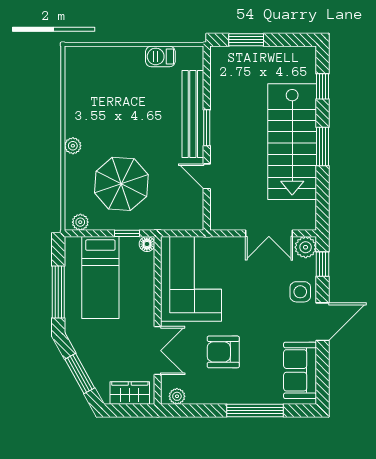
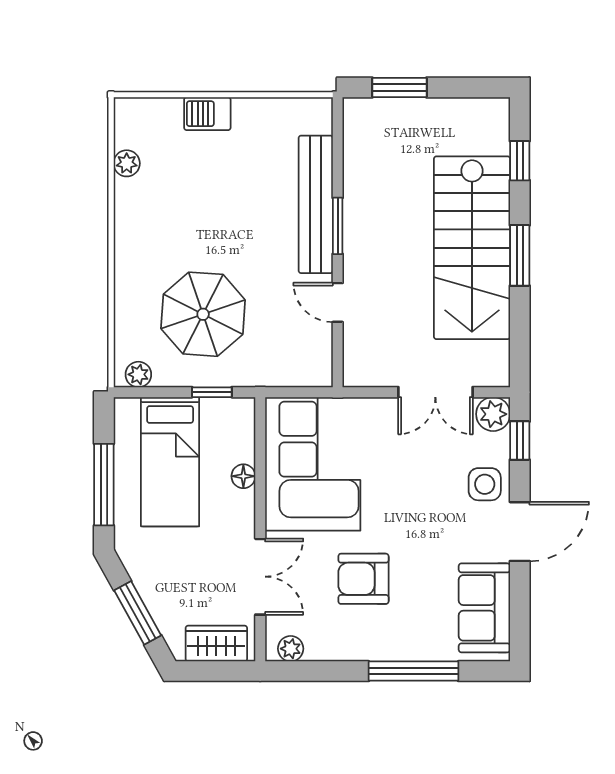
barbecue: (160, 56) -> (207, 114), moved
plant: (73, 146) -> (127, 163), moved
floor lamp: (147, 244) -> (243, 476), moved

